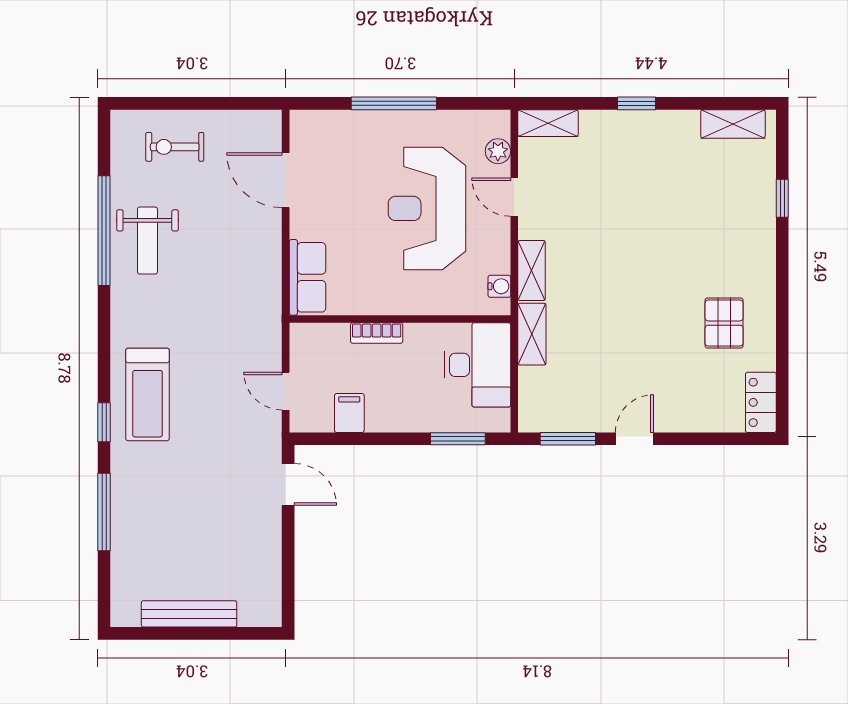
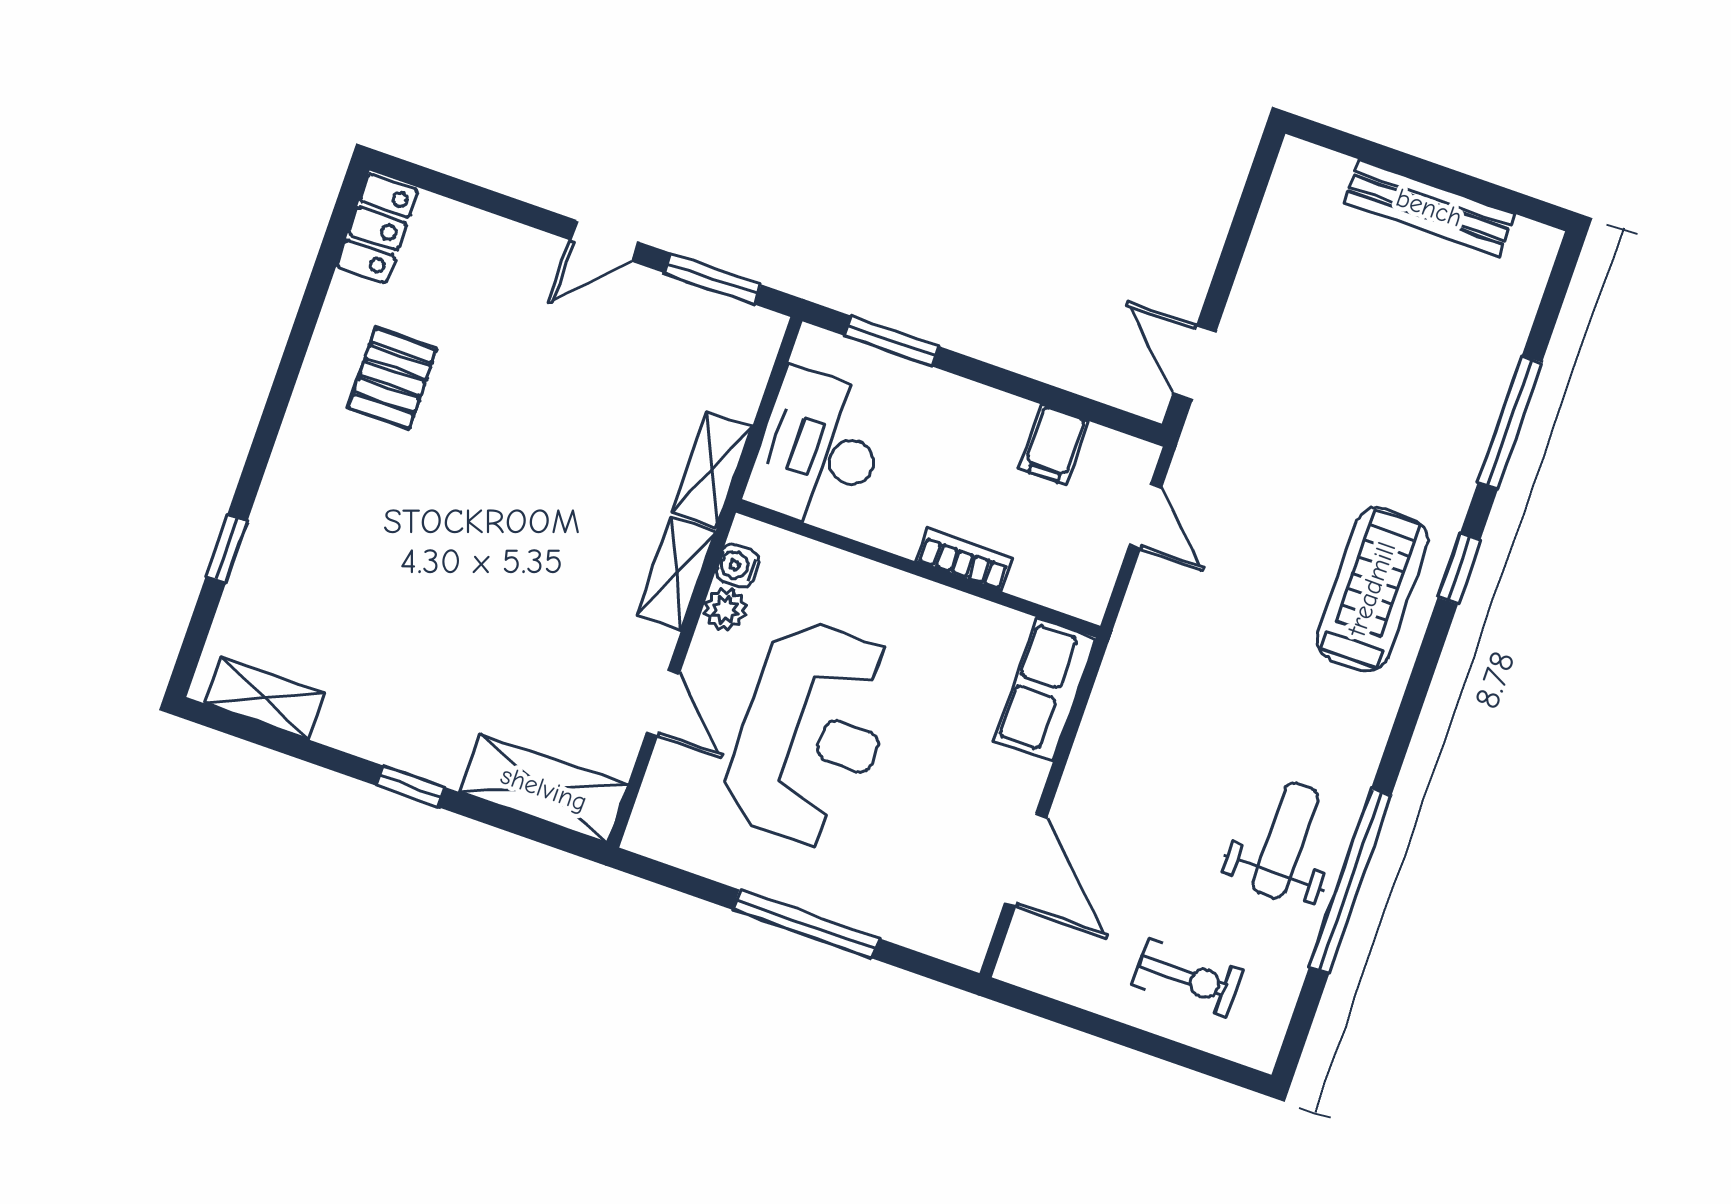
shelving: (548, 123) -> (544, 789), width x1.50, depth x1.33
plant: (498, 151) -> (725, 610), moved

